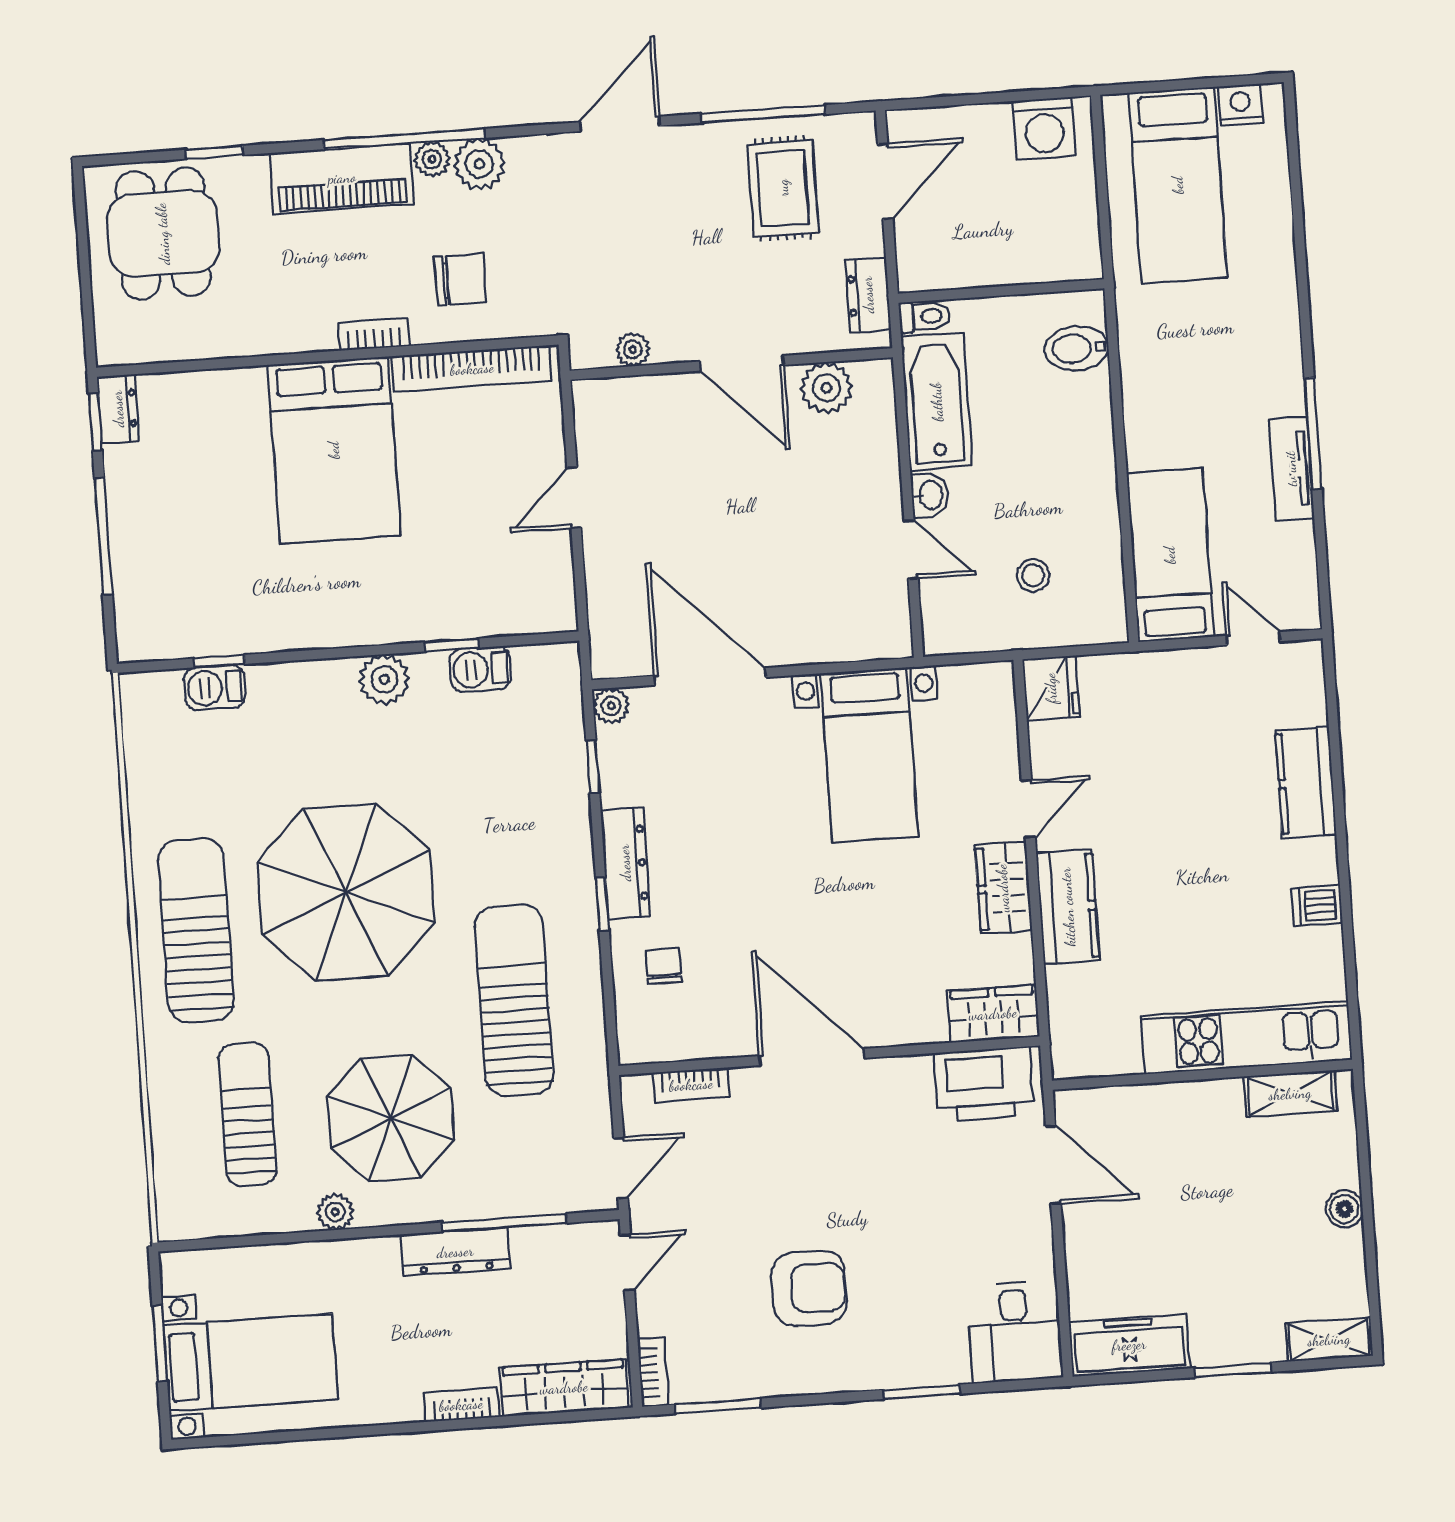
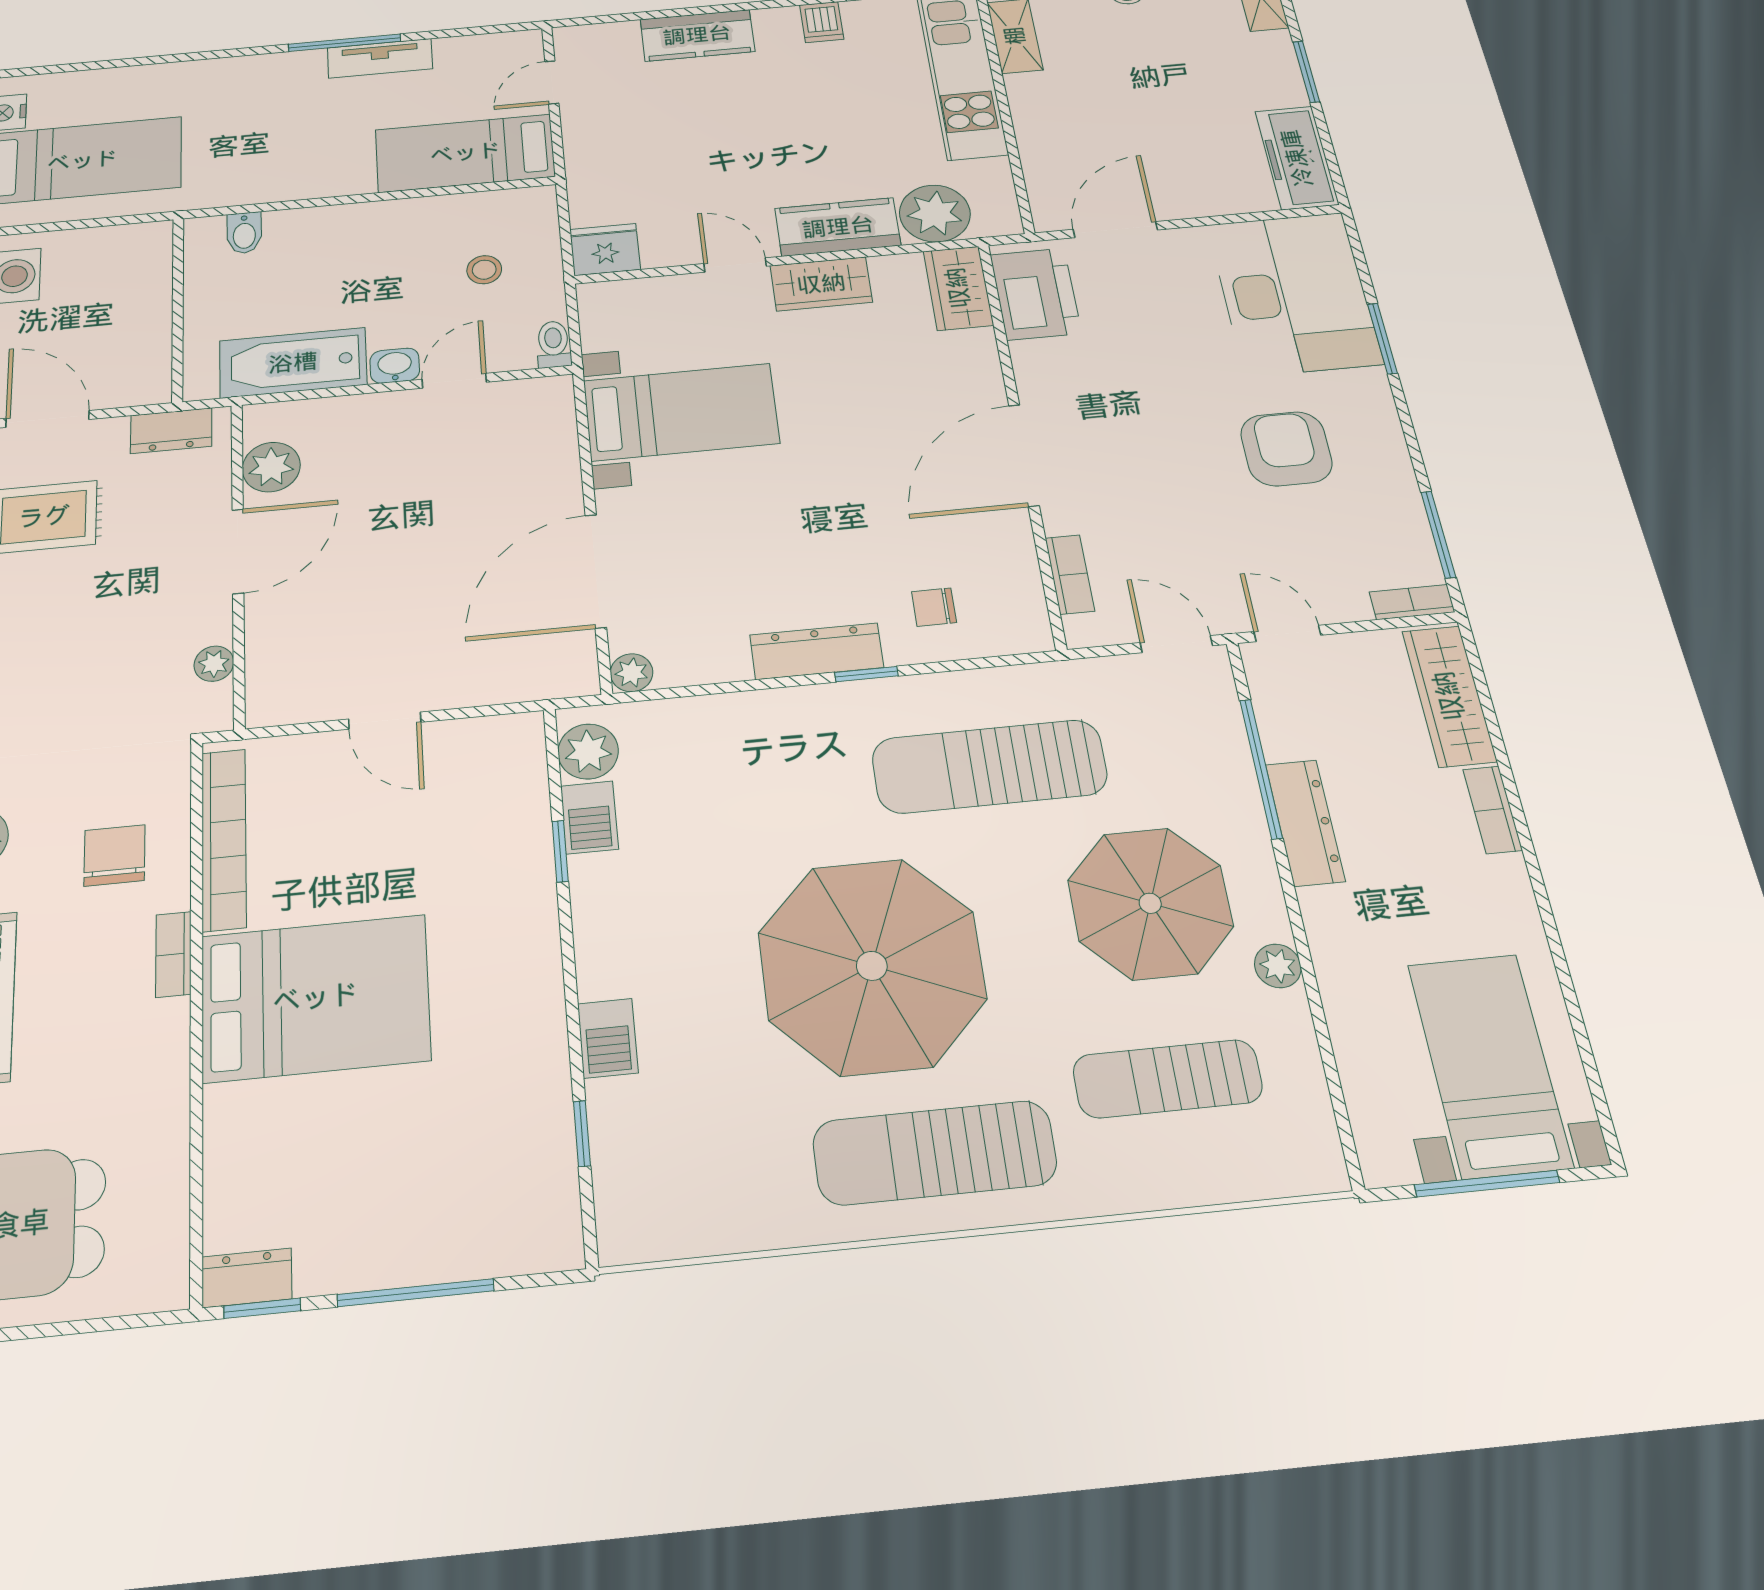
toilet: (924, 316) -> (553, 344), moved
bidet: (1077, 348) -> (244, 233), width x0.72, depth x0.74
plant: (384, 679) -> (588, 751), moved
barbecue: (215, 688) -> (608, 1038), moved
window: (593, 766) -> (704, 690), removed
plant: (1079, 999) -> (935, 213), added
desk: (1015, 1332) -> (1294, 294), width x1.87, depth x1.30
window: (160, 1344) -> (1487, 1184), width x1.44

